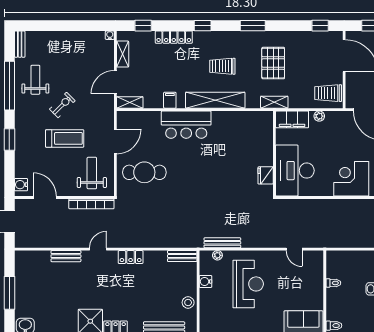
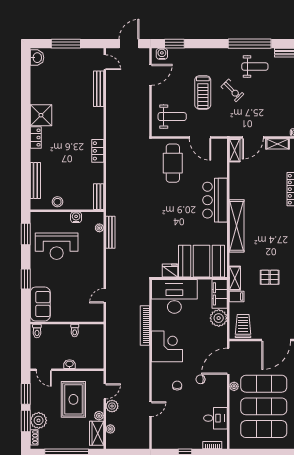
pallet: (273, 63) -> (270, 277), width x0.67, depth x0.71
trolley: (222, 66) -> (267, 232), removed
door: (115, 82) -> (253, 137), swing flipped
filing cabinet: (170, 100) -> (237, 297), moved
plant: (319, 116) -> (219, 318), width x1.87, depth x1.87
window: (9, 139) -> (174, 44), moved
booth: (255, 140) -> (201, 261), added
bookcase: (91, 204) -> (145, 326), moved
door: (98, 249) -> (105, 62), moved
bench: (66, 256) -> (99, 89), width x1.36
reception desk: (248, 284) -> (57, 246), moved

